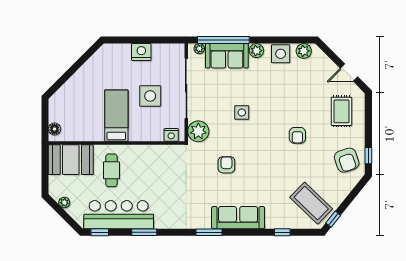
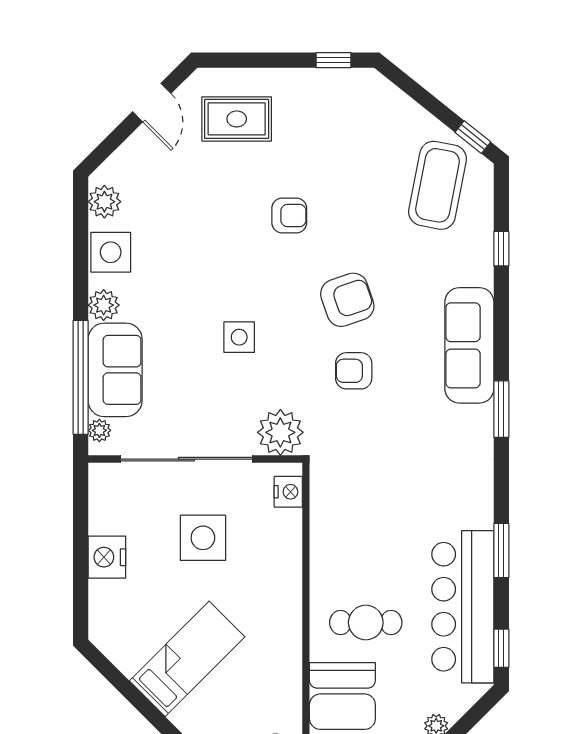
bed: (116, 116) -> (187, 659), moved, turned 135
armchair: (347, 160) -> (347, 300), moved
coffee table: (311, 203) -> (437, 185), turned -33

